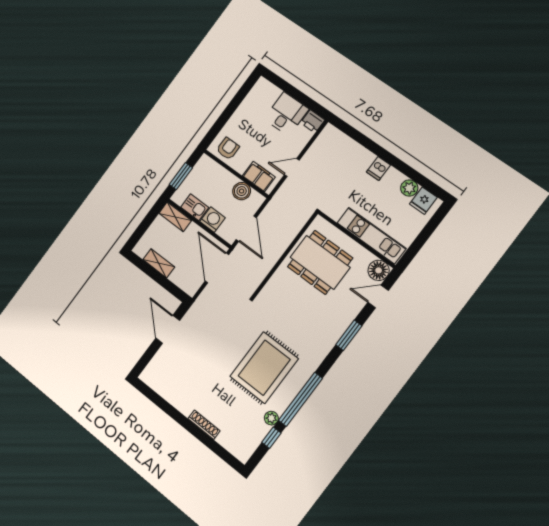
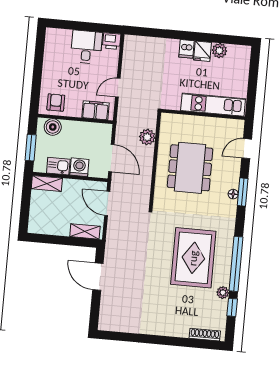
boiler: (242, 191) -> (53, 127), moved
fridge: (423, 201) -> (203, 51), moved
plant: (291, 229) -> (147, 137), added
dining table: (320, 262) -> (190, 168), moved, turned 90
shelving: (159, 263) -> (85, 231), moved
door: (217, 268) -> (107, 203), width x0.73
floor lamp: (379, 270) -> (233, 194), moved, width x0.53, depth x0.53
shoe rack: (204, 425) -> (205, 335), moved

